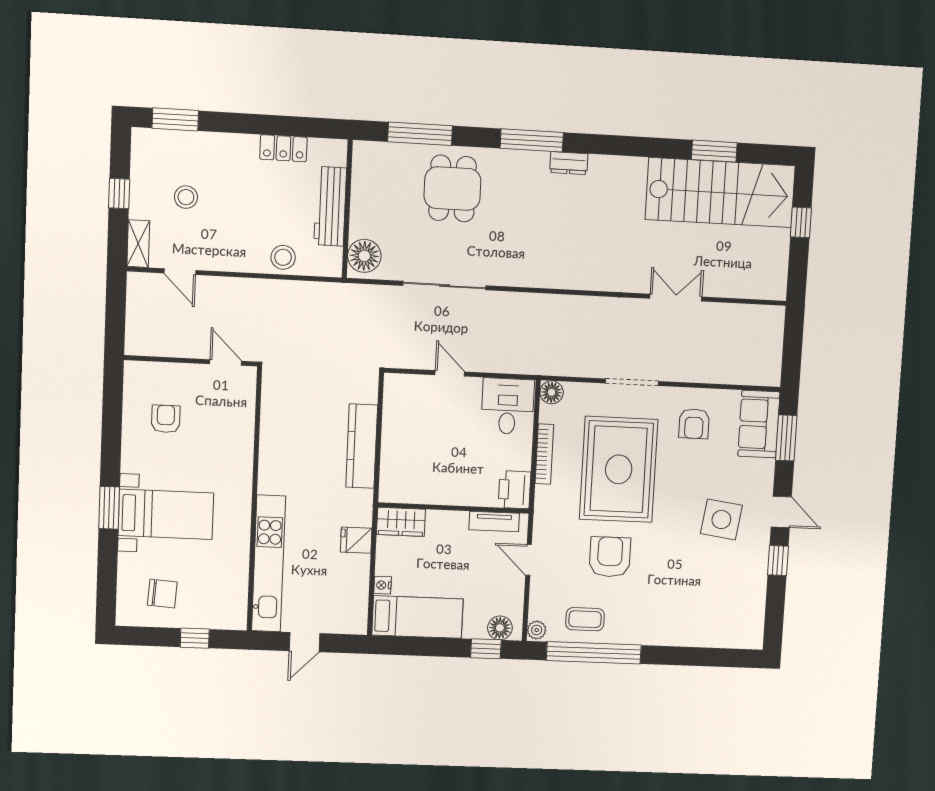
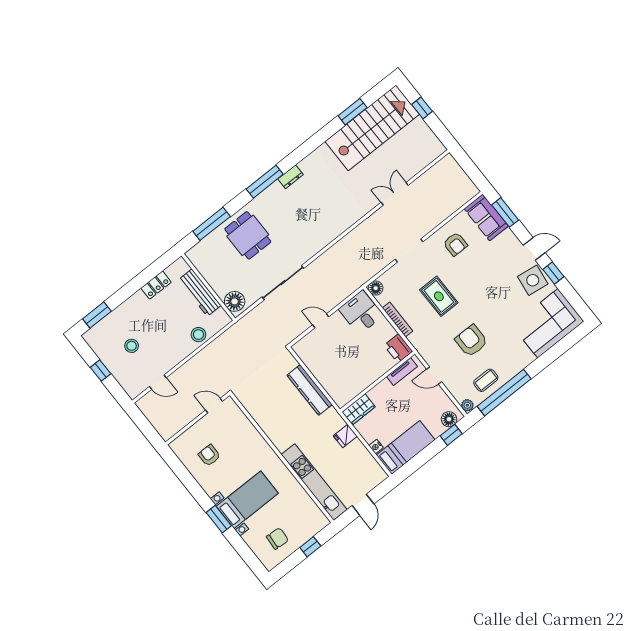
shelving: (138, 244) -> (128, 386), removed
rug: (619, 469) -> (439, 296), width x0.54, depth x0.49
side table: (721, 519) -> (533, 280), moved
corner sofa: (718, 615) -> (548, 323), added

